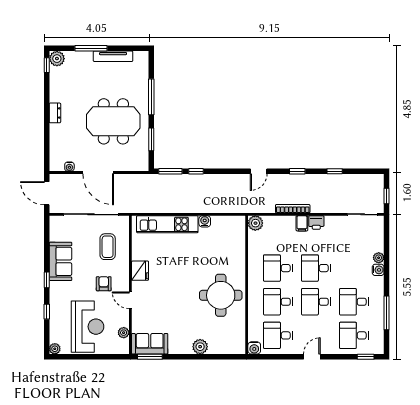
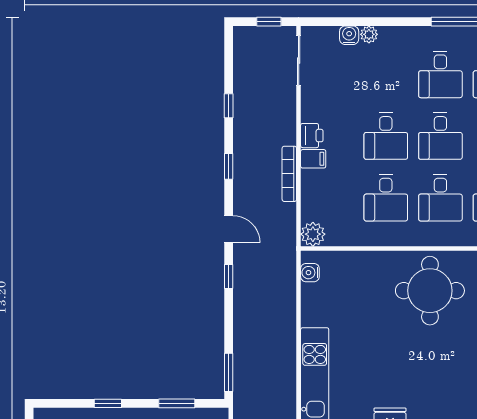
window: (151, 97) -> (108, 403), width x0.46
window: (196, 171) -> (229, 276), moved
water cooler: (205, 221) -> (310, 273), moved
water cooler: (378, 270) -> (349, 35), moved

